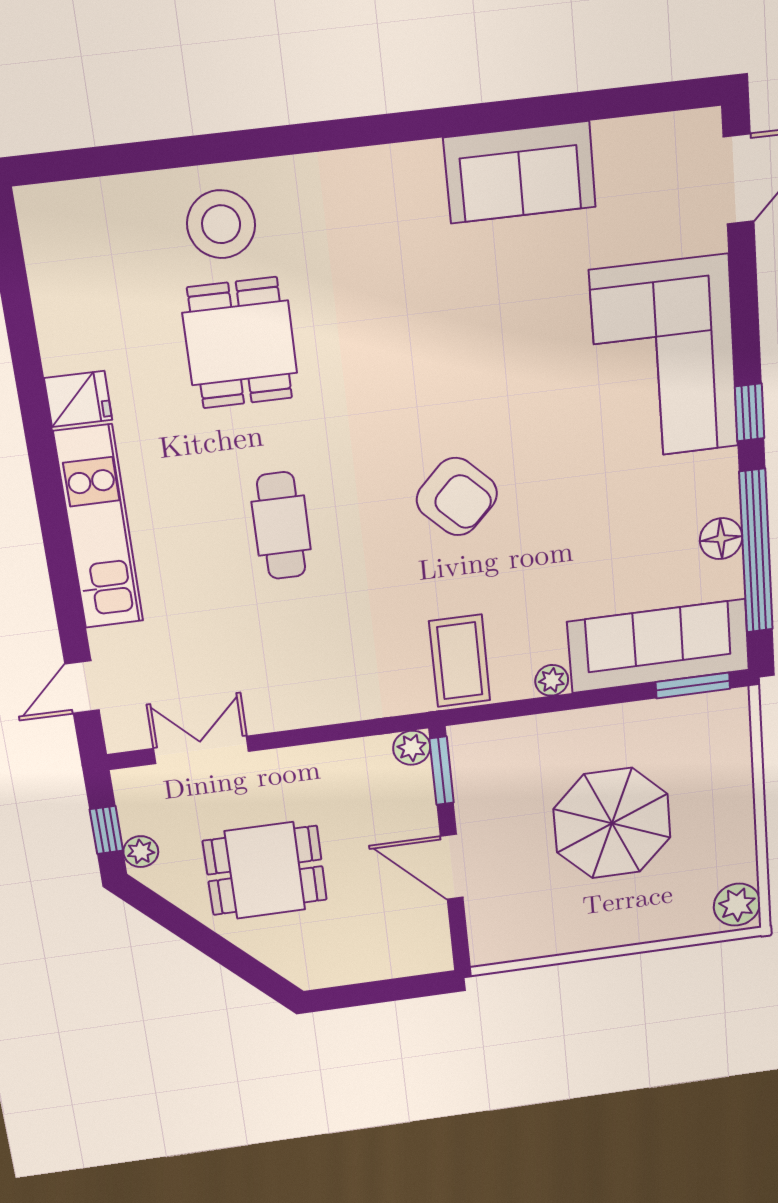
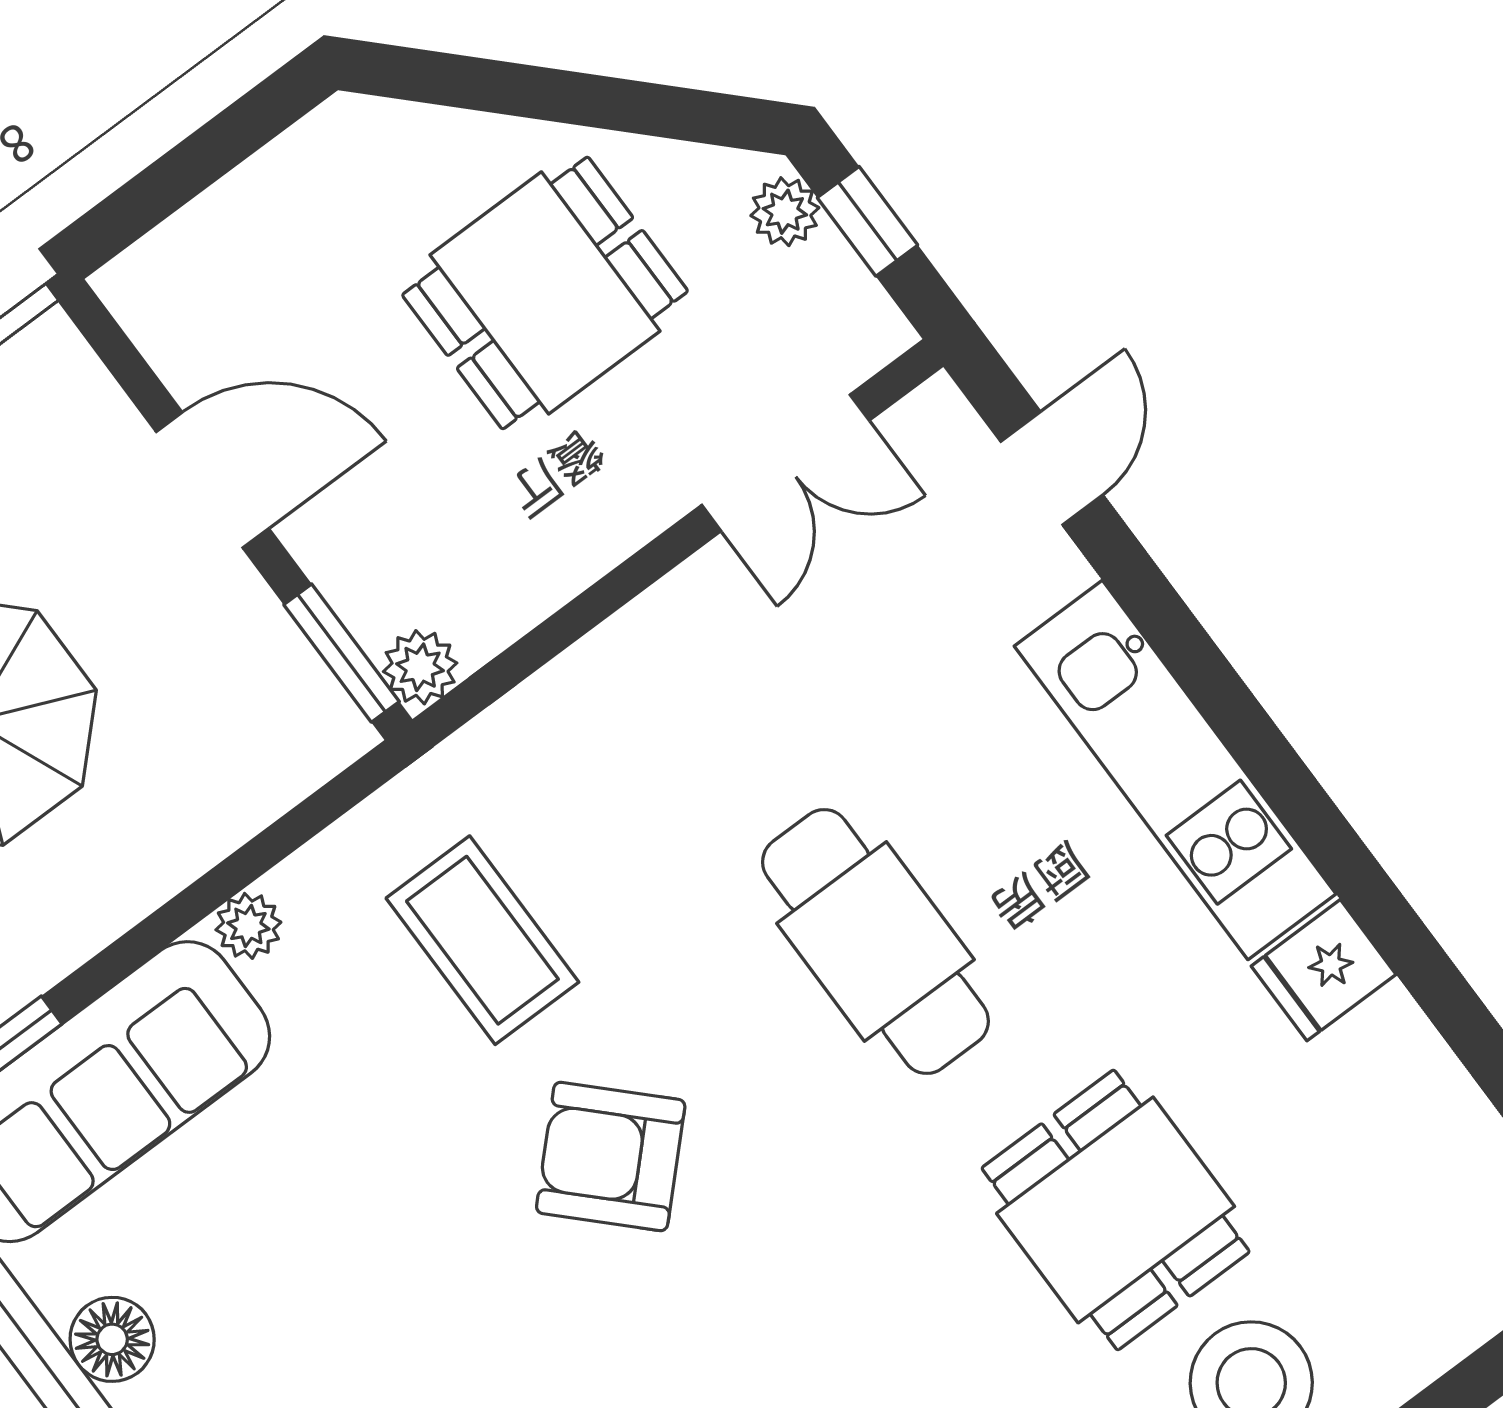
cafe table: (281, 526) -> (875, 941), width x1.37, depth x1.35
coffee table: (460, 661) -> (482, 940), moved

